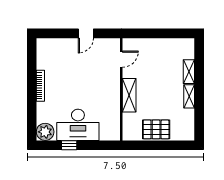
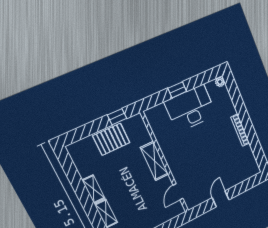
plant: (45, 132) -> (220, 82), width x0.53, depth x0.53
window: (69, 145) -> (177, 90), moved
window: (143, 145) -> (117, 117), added

